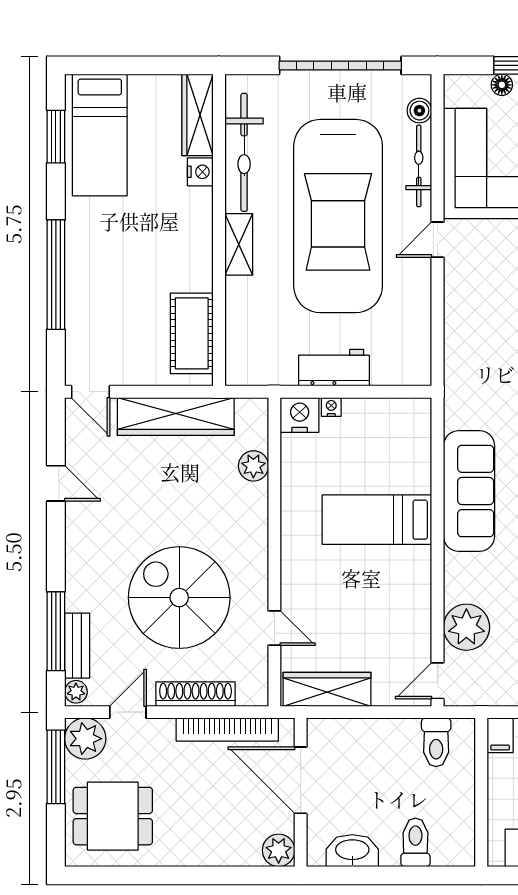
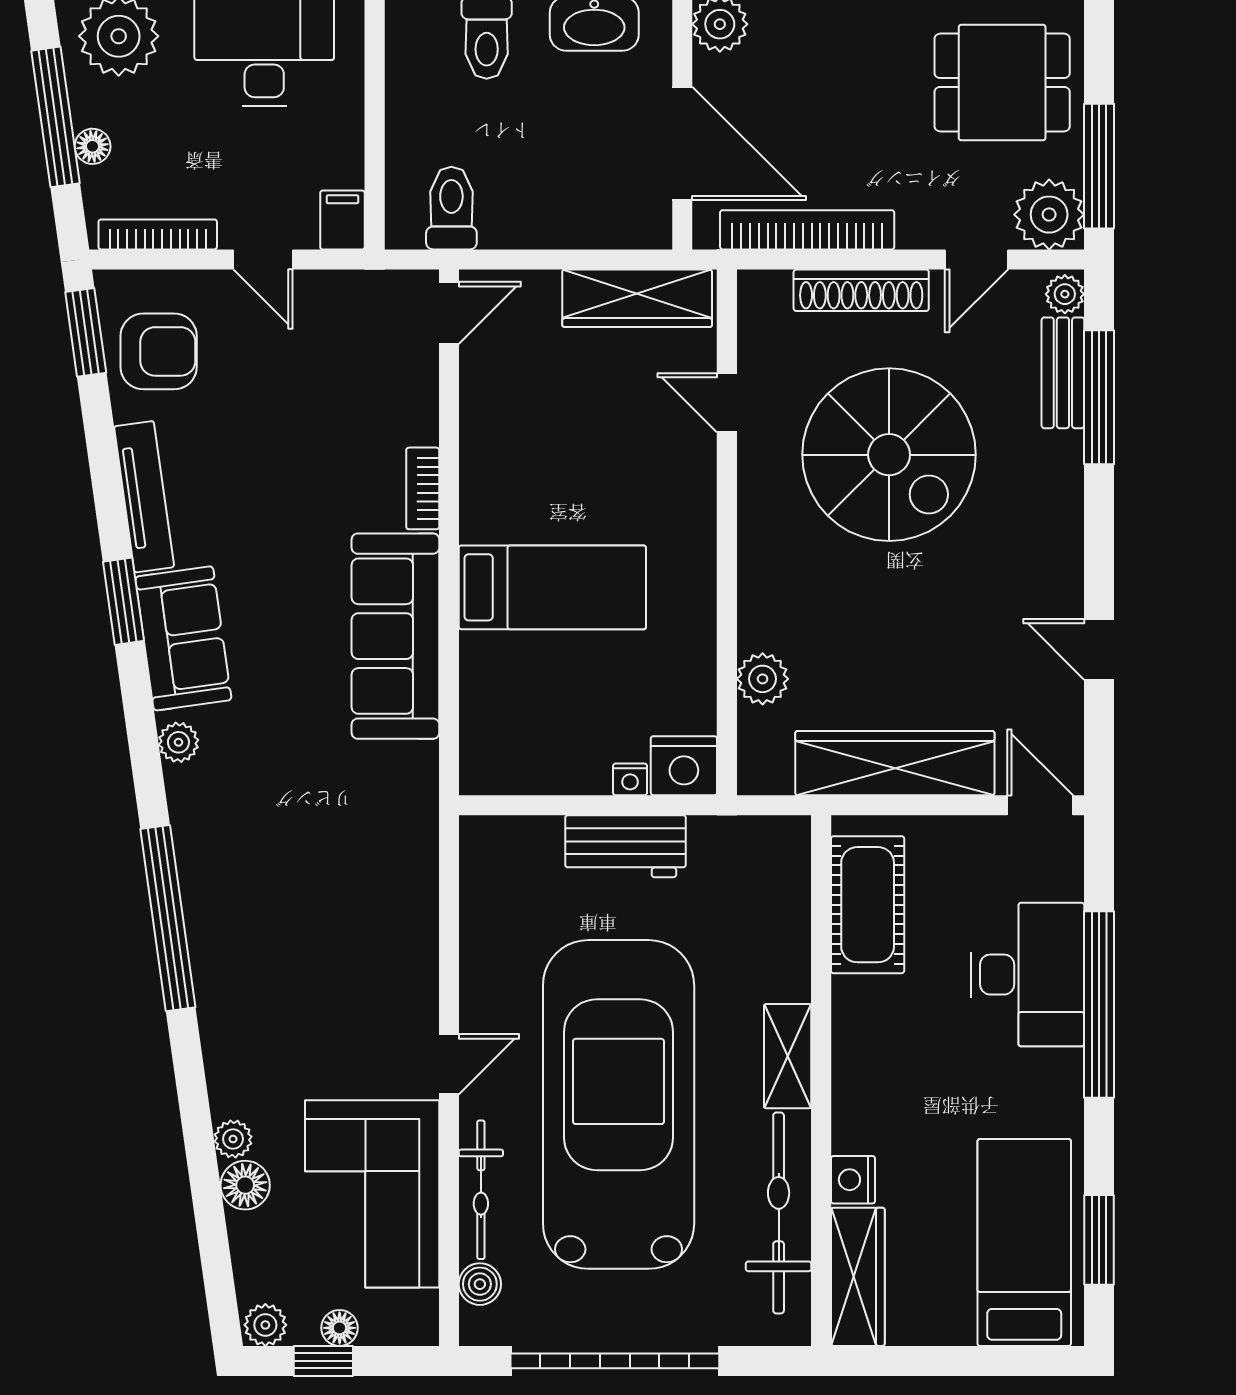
desk: (98, 292) -> (1028, 975), added
bookcase: (453, 578) -> (423, 488), added
plant: (466, 627) -> (400, 404), removed

